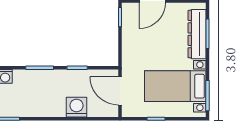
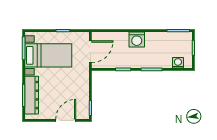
door: (120, 91) -> (90, 52), hinge flipped
washing machine: (76, 107) -> (137, 39), moved

